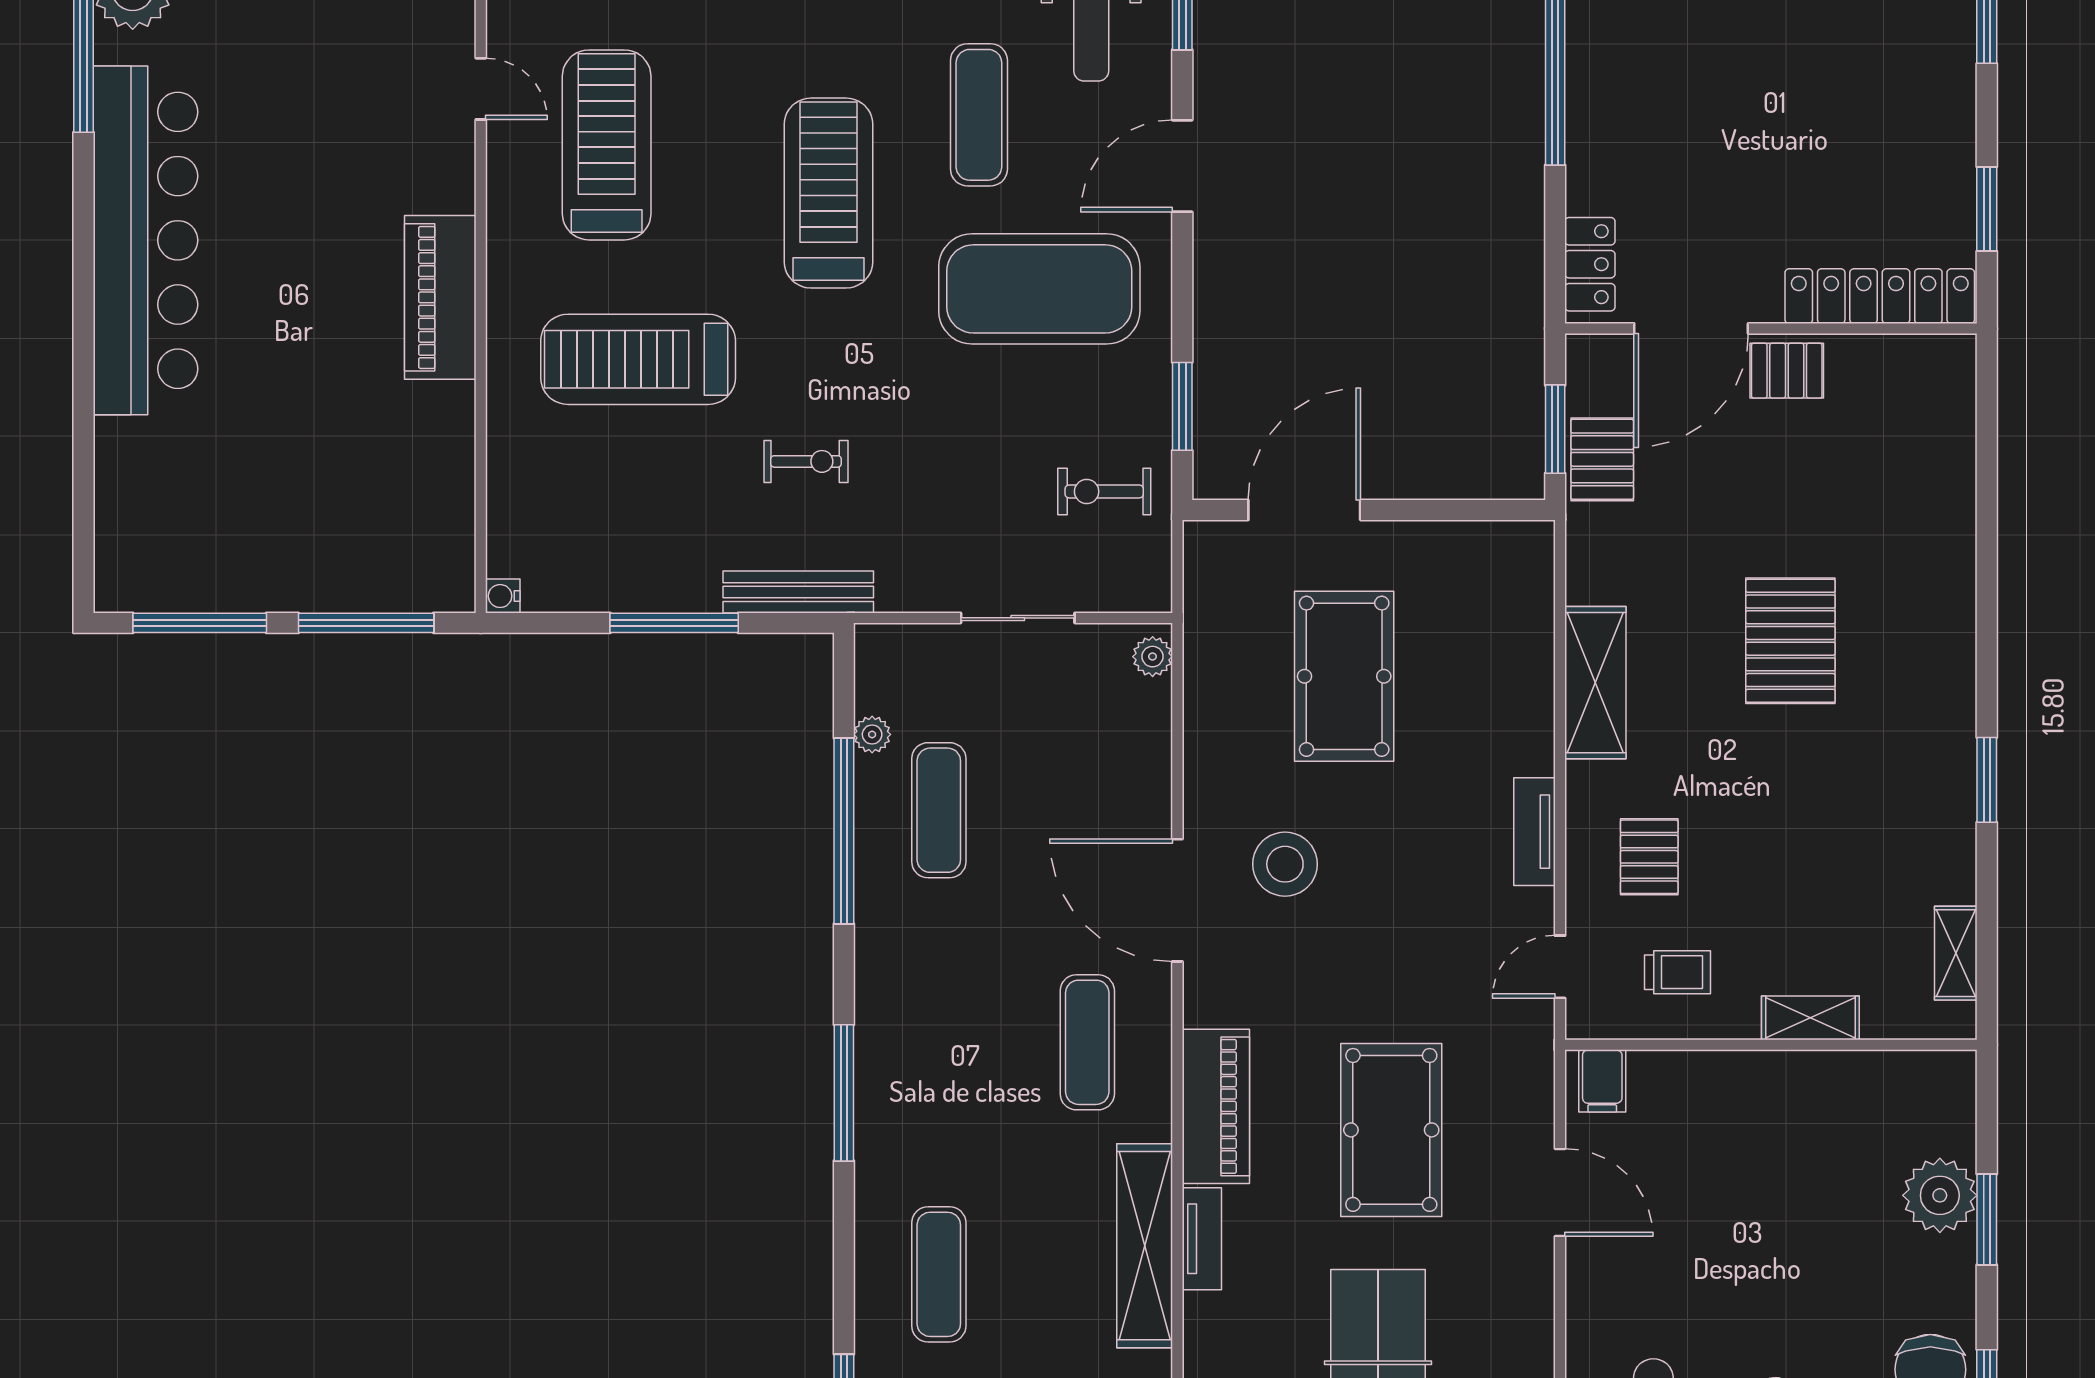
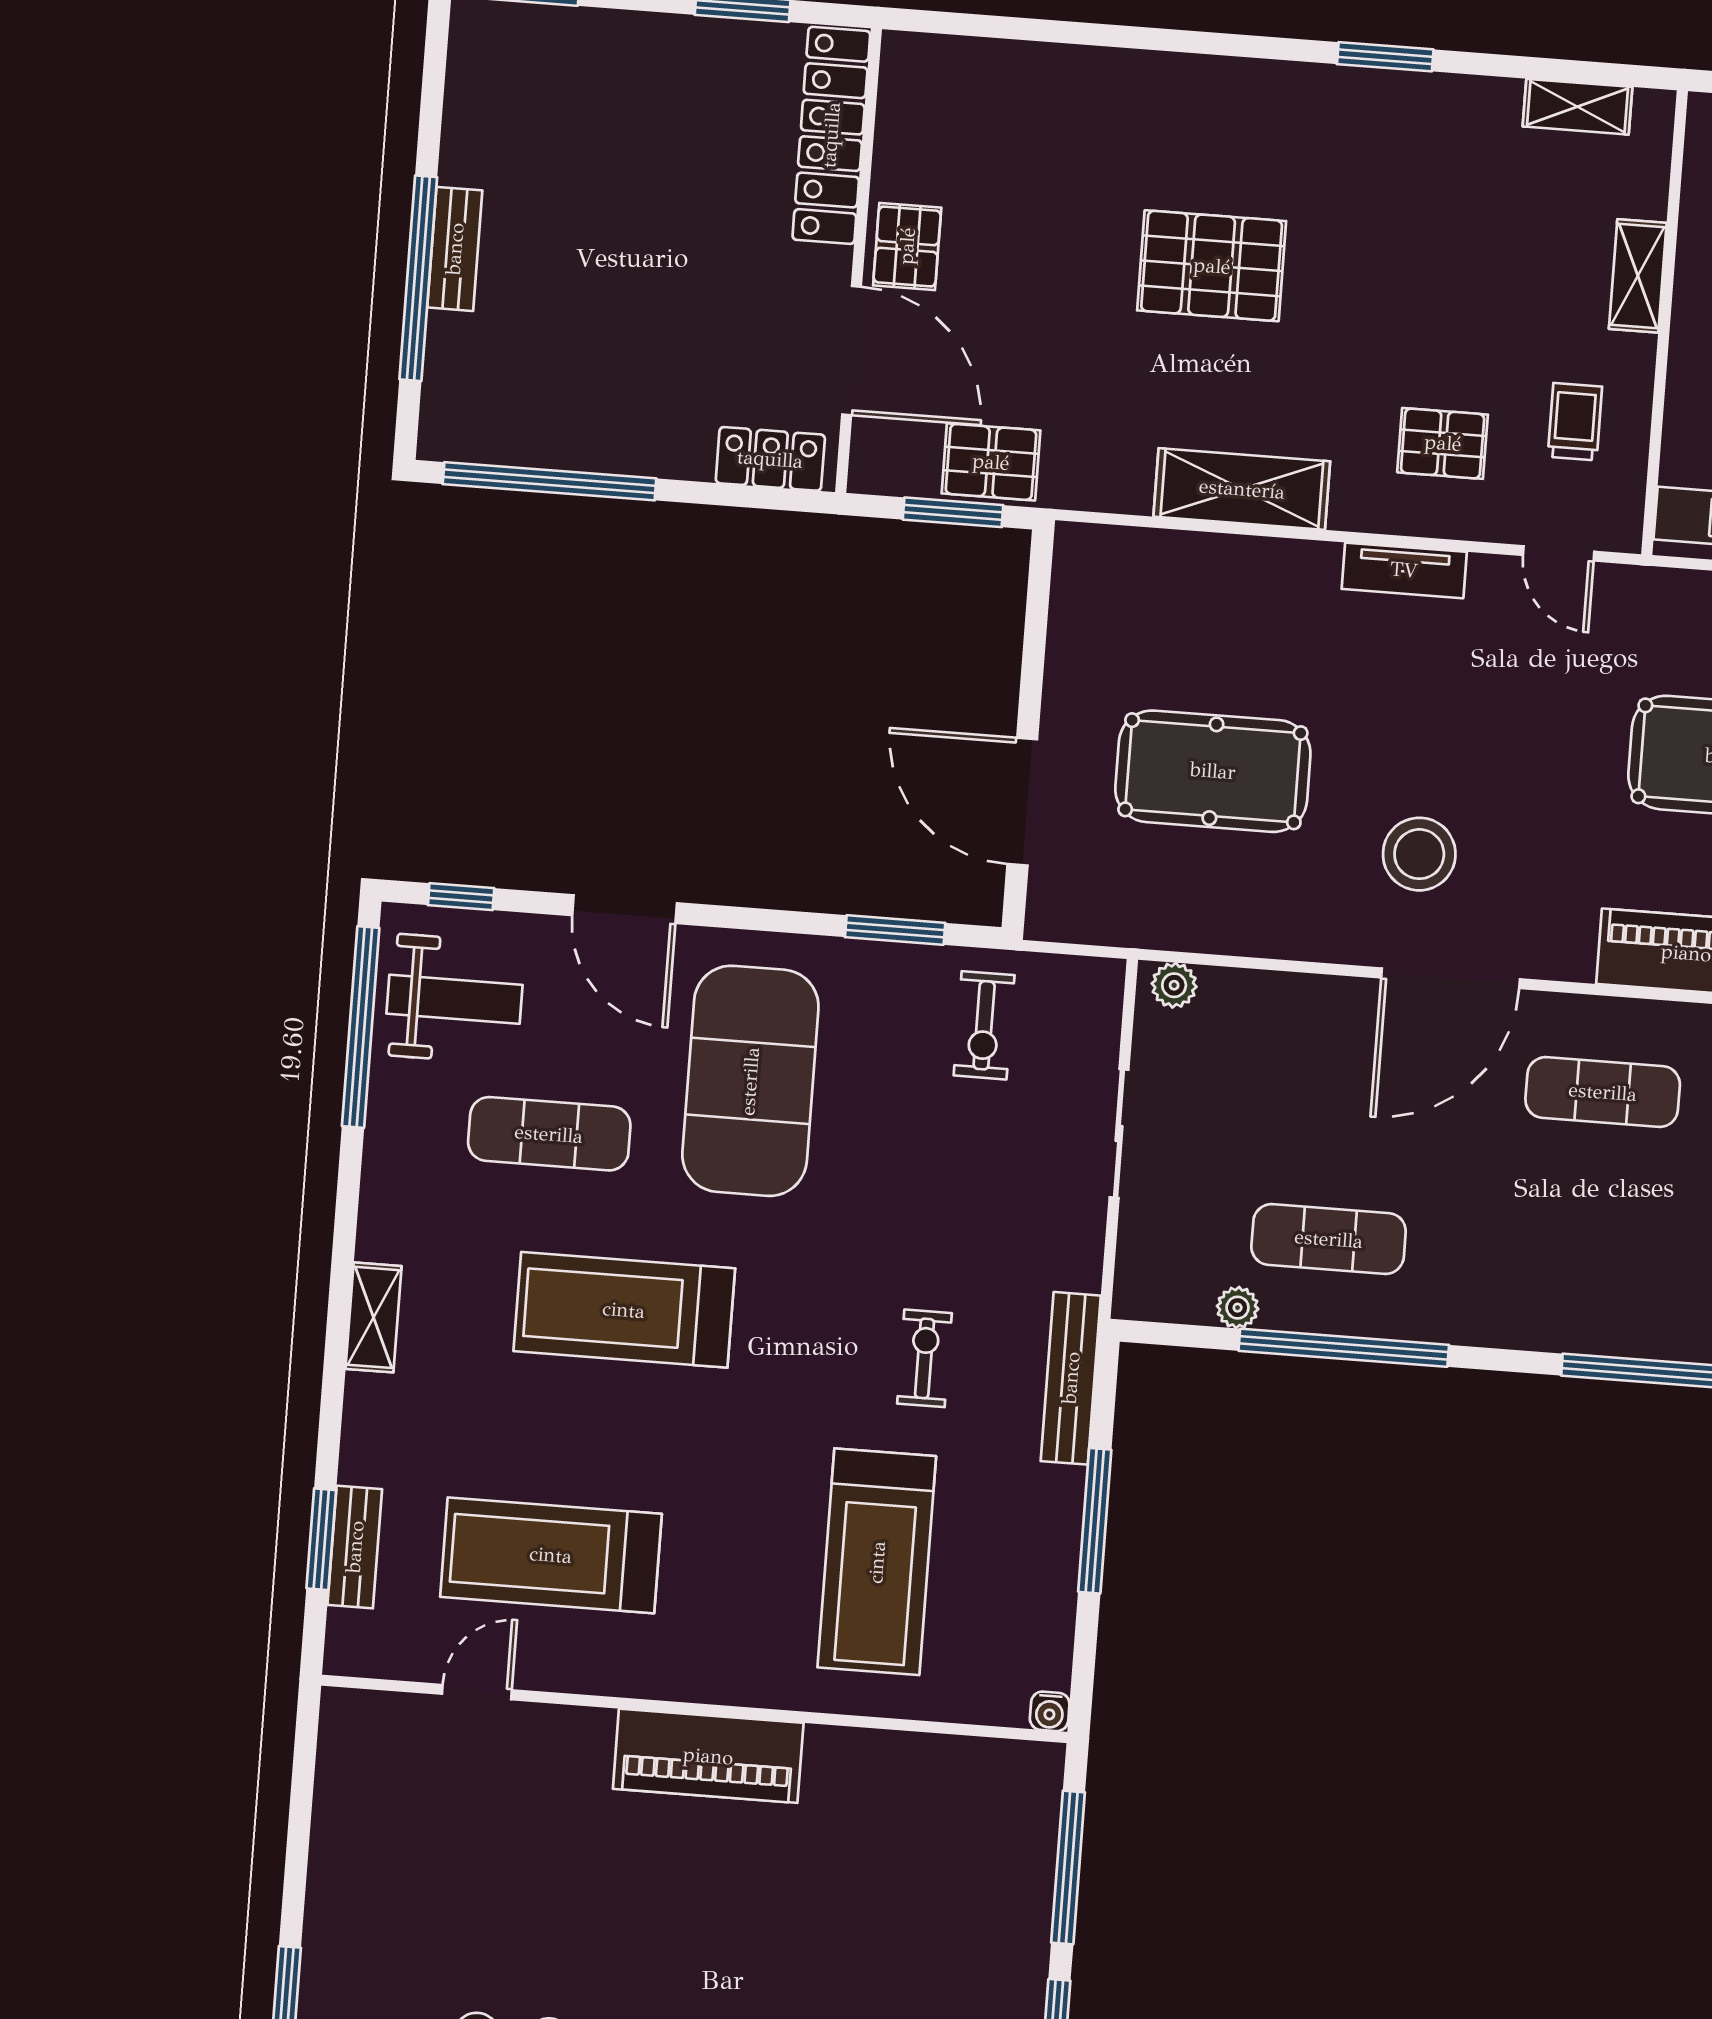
treadmill: (638, 359) -> (877, 1562), moved

